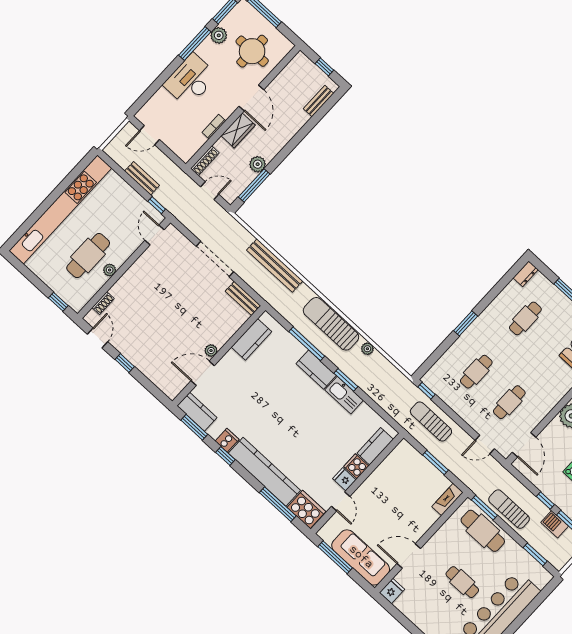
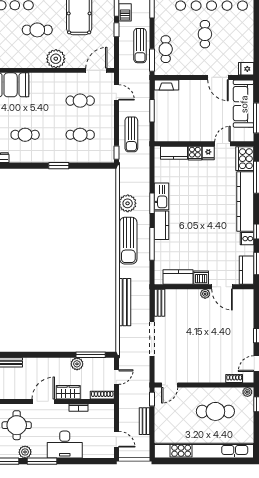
door: (210, 191) -> (116, 377), swing flipped
plant: (110, 270) -> (247, 392), moved
plant: (367, 349) -> (128, 203), width x1.87, depth x1.87
dishwasher: (230, 361) -> (201, 278), added
cafe table: (483, 531) -> (166, 49), width x0.73, depth x0.74

